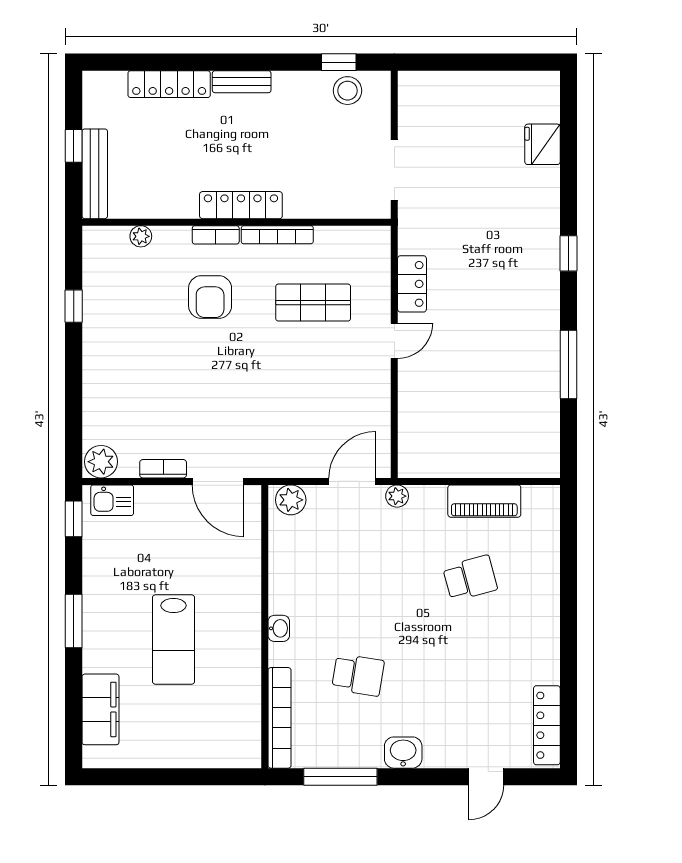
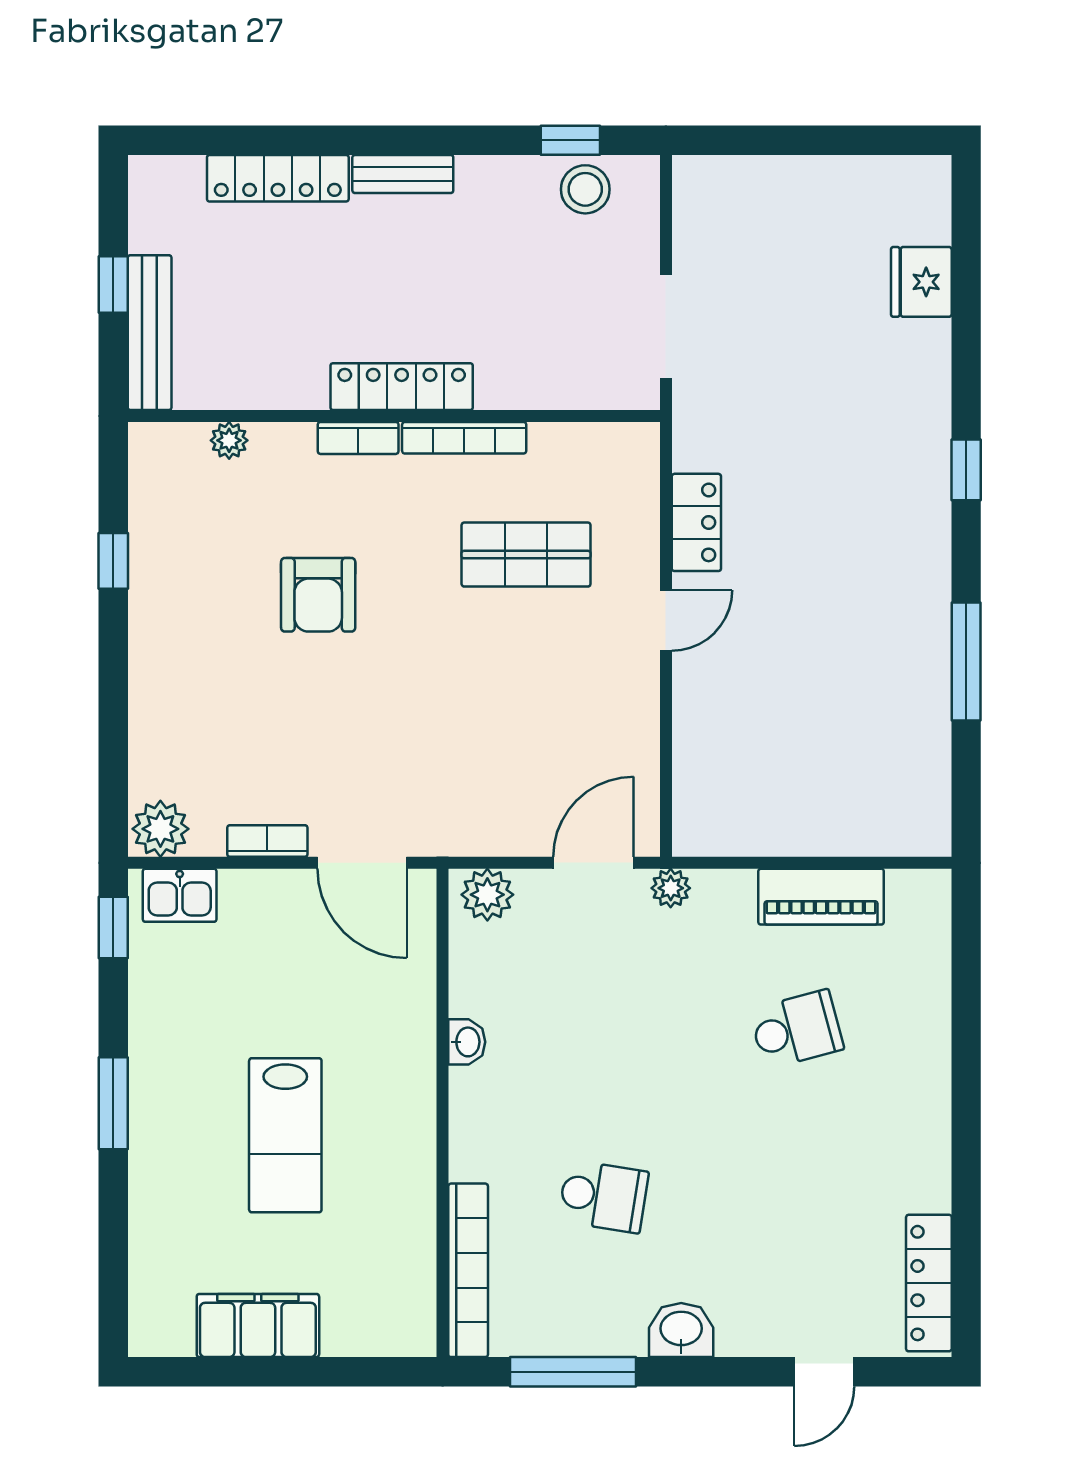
armchair: (210, 297) -> (318, 595), moved
washbasin: (279, 628) -> (467, 1042), moved
filing cabinet: (100, 709) -> (258, 1326), moved, turned -90

